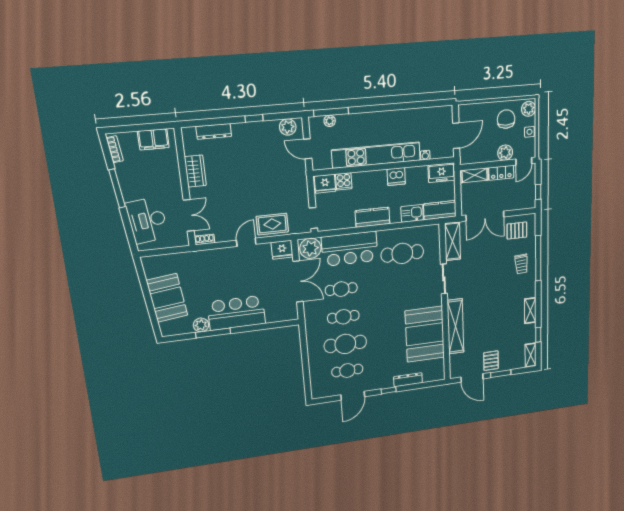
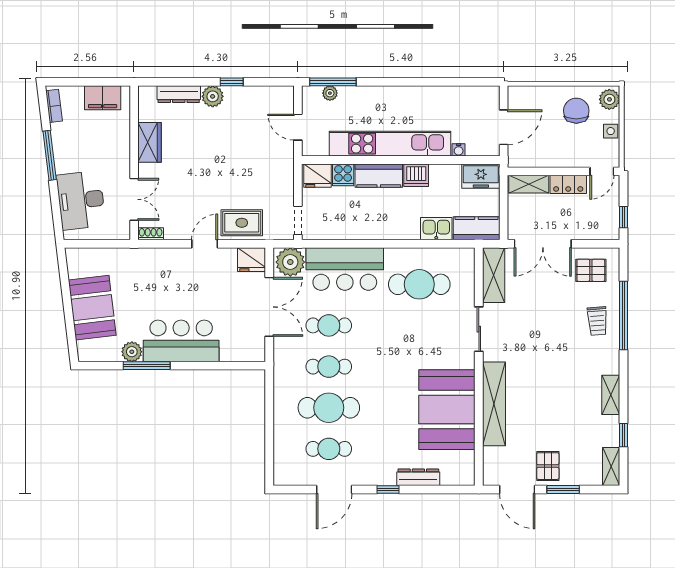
plant: (288, 127) -> (213, 96), moved
plant: (505, 153) -> (574, 157), removed
kitchen counter: (372, 217) -> (379, 176), moved, turned 180

